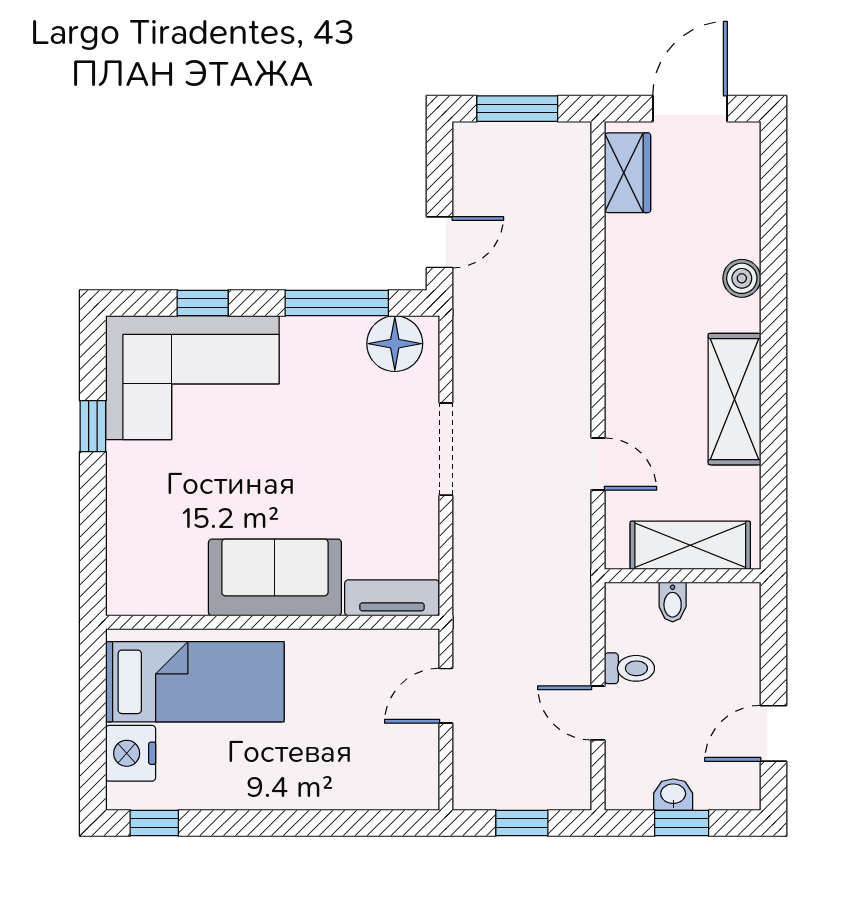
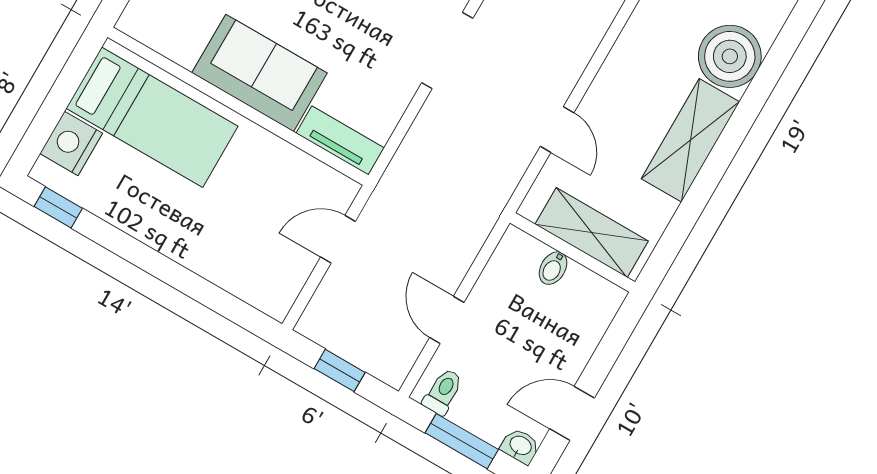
boiler: (742, 278) -> (730, 56), width x1.86, depth x1.86
toilet: (629, 668) -> (443, 392), moved, turned -90
washbasin: (673, 795) -> (520, 446), moved
window: (682, 823) -> (462, 441), width x1.50

